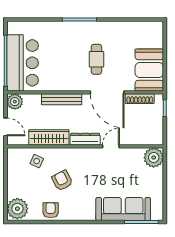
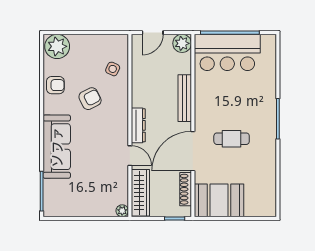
wardrobe: (49, 137) -> (140, 193), moved
plant: (154, 158) -> (122, 211), width x0.53, depth x0.53
sofa: (123, 209) -> (57, 147), moved

